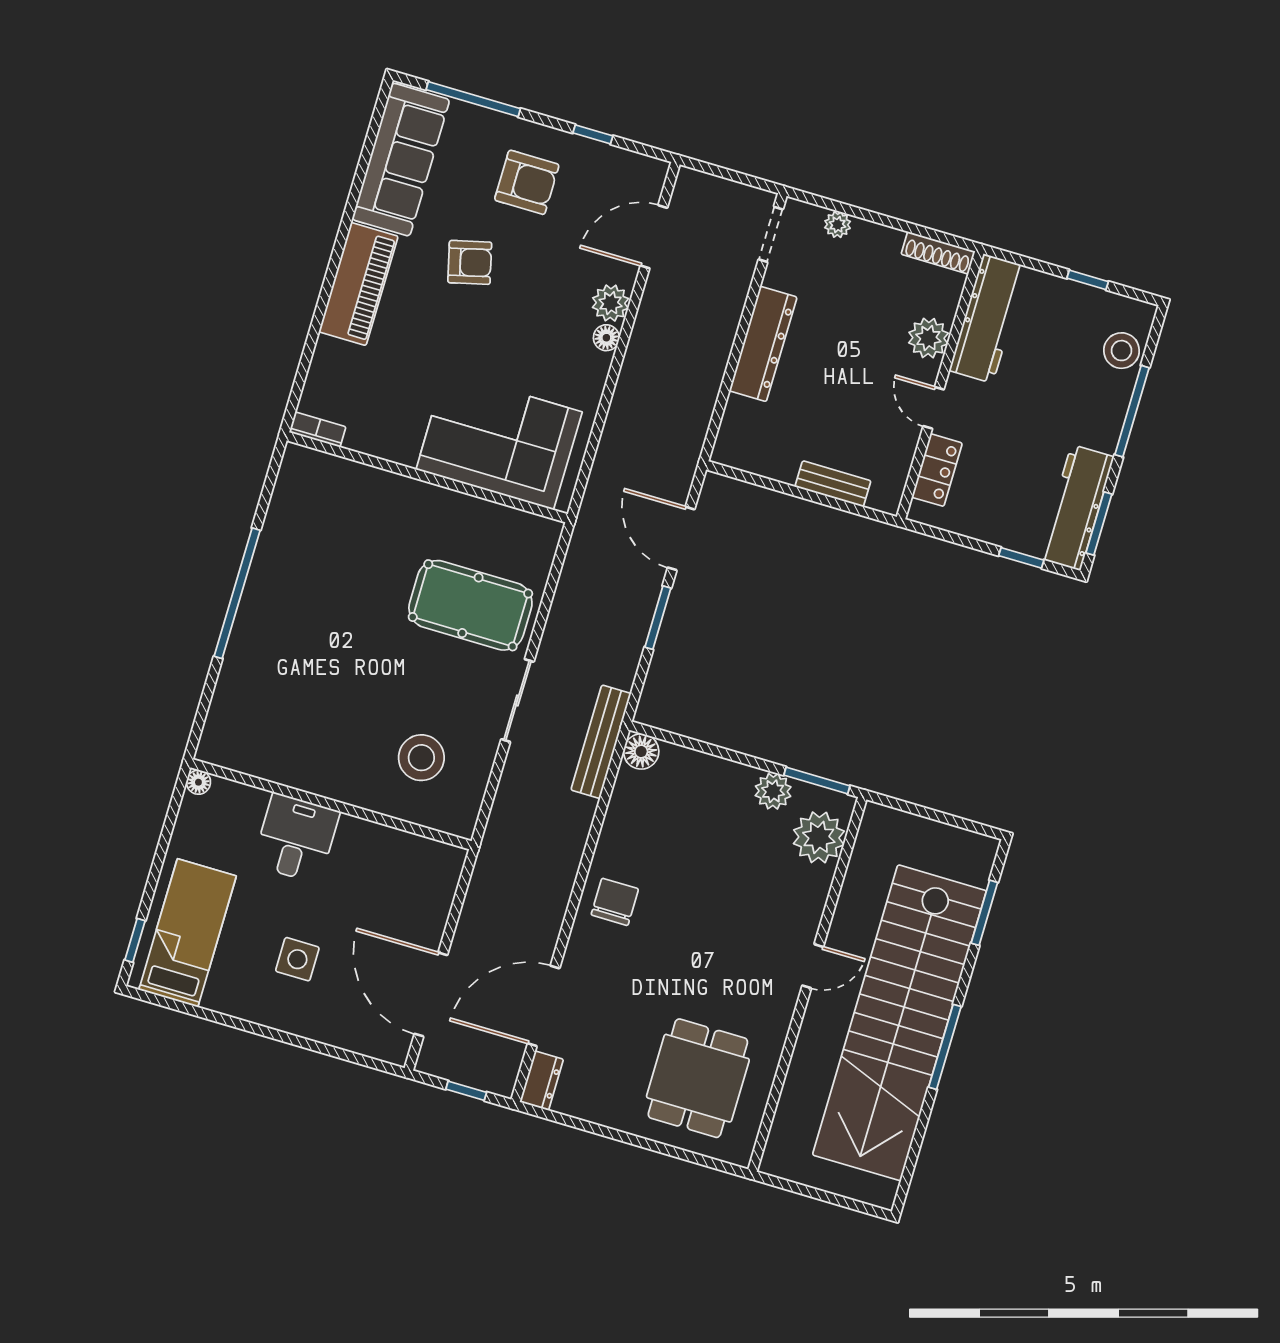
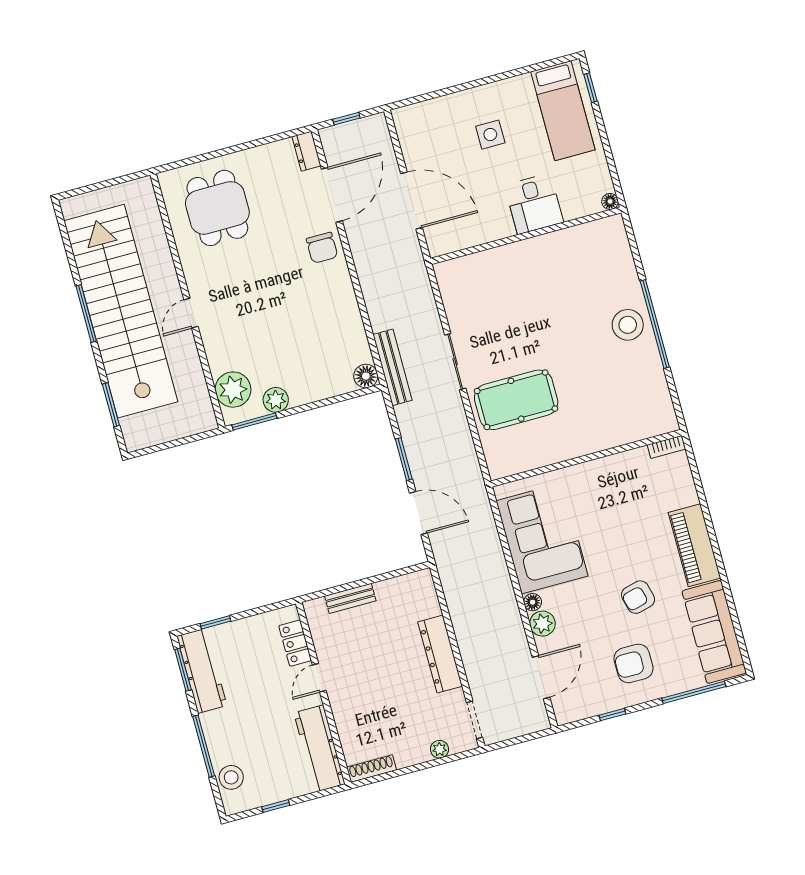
plant: (928, 338) -> (347, 716), removed
door: (934, 408) -> (319, 678), swing flipped
corner sofa: (499, 441) -> (542, 538), moved, turned -90
stool: (421, 758) -> (628, 325), moved
chair: (615, 902) -> (322, 248), moved
door: (431, 994) -> (411, 201), moved

